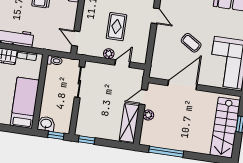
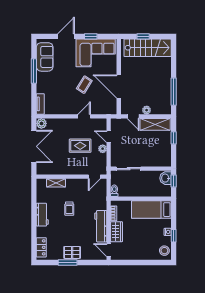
door: (155, 16) -> (84, 116), moved
washbasin: (46, 124) -> (165, 178), moved
window: (87, 140) -> (174, 138), moved

